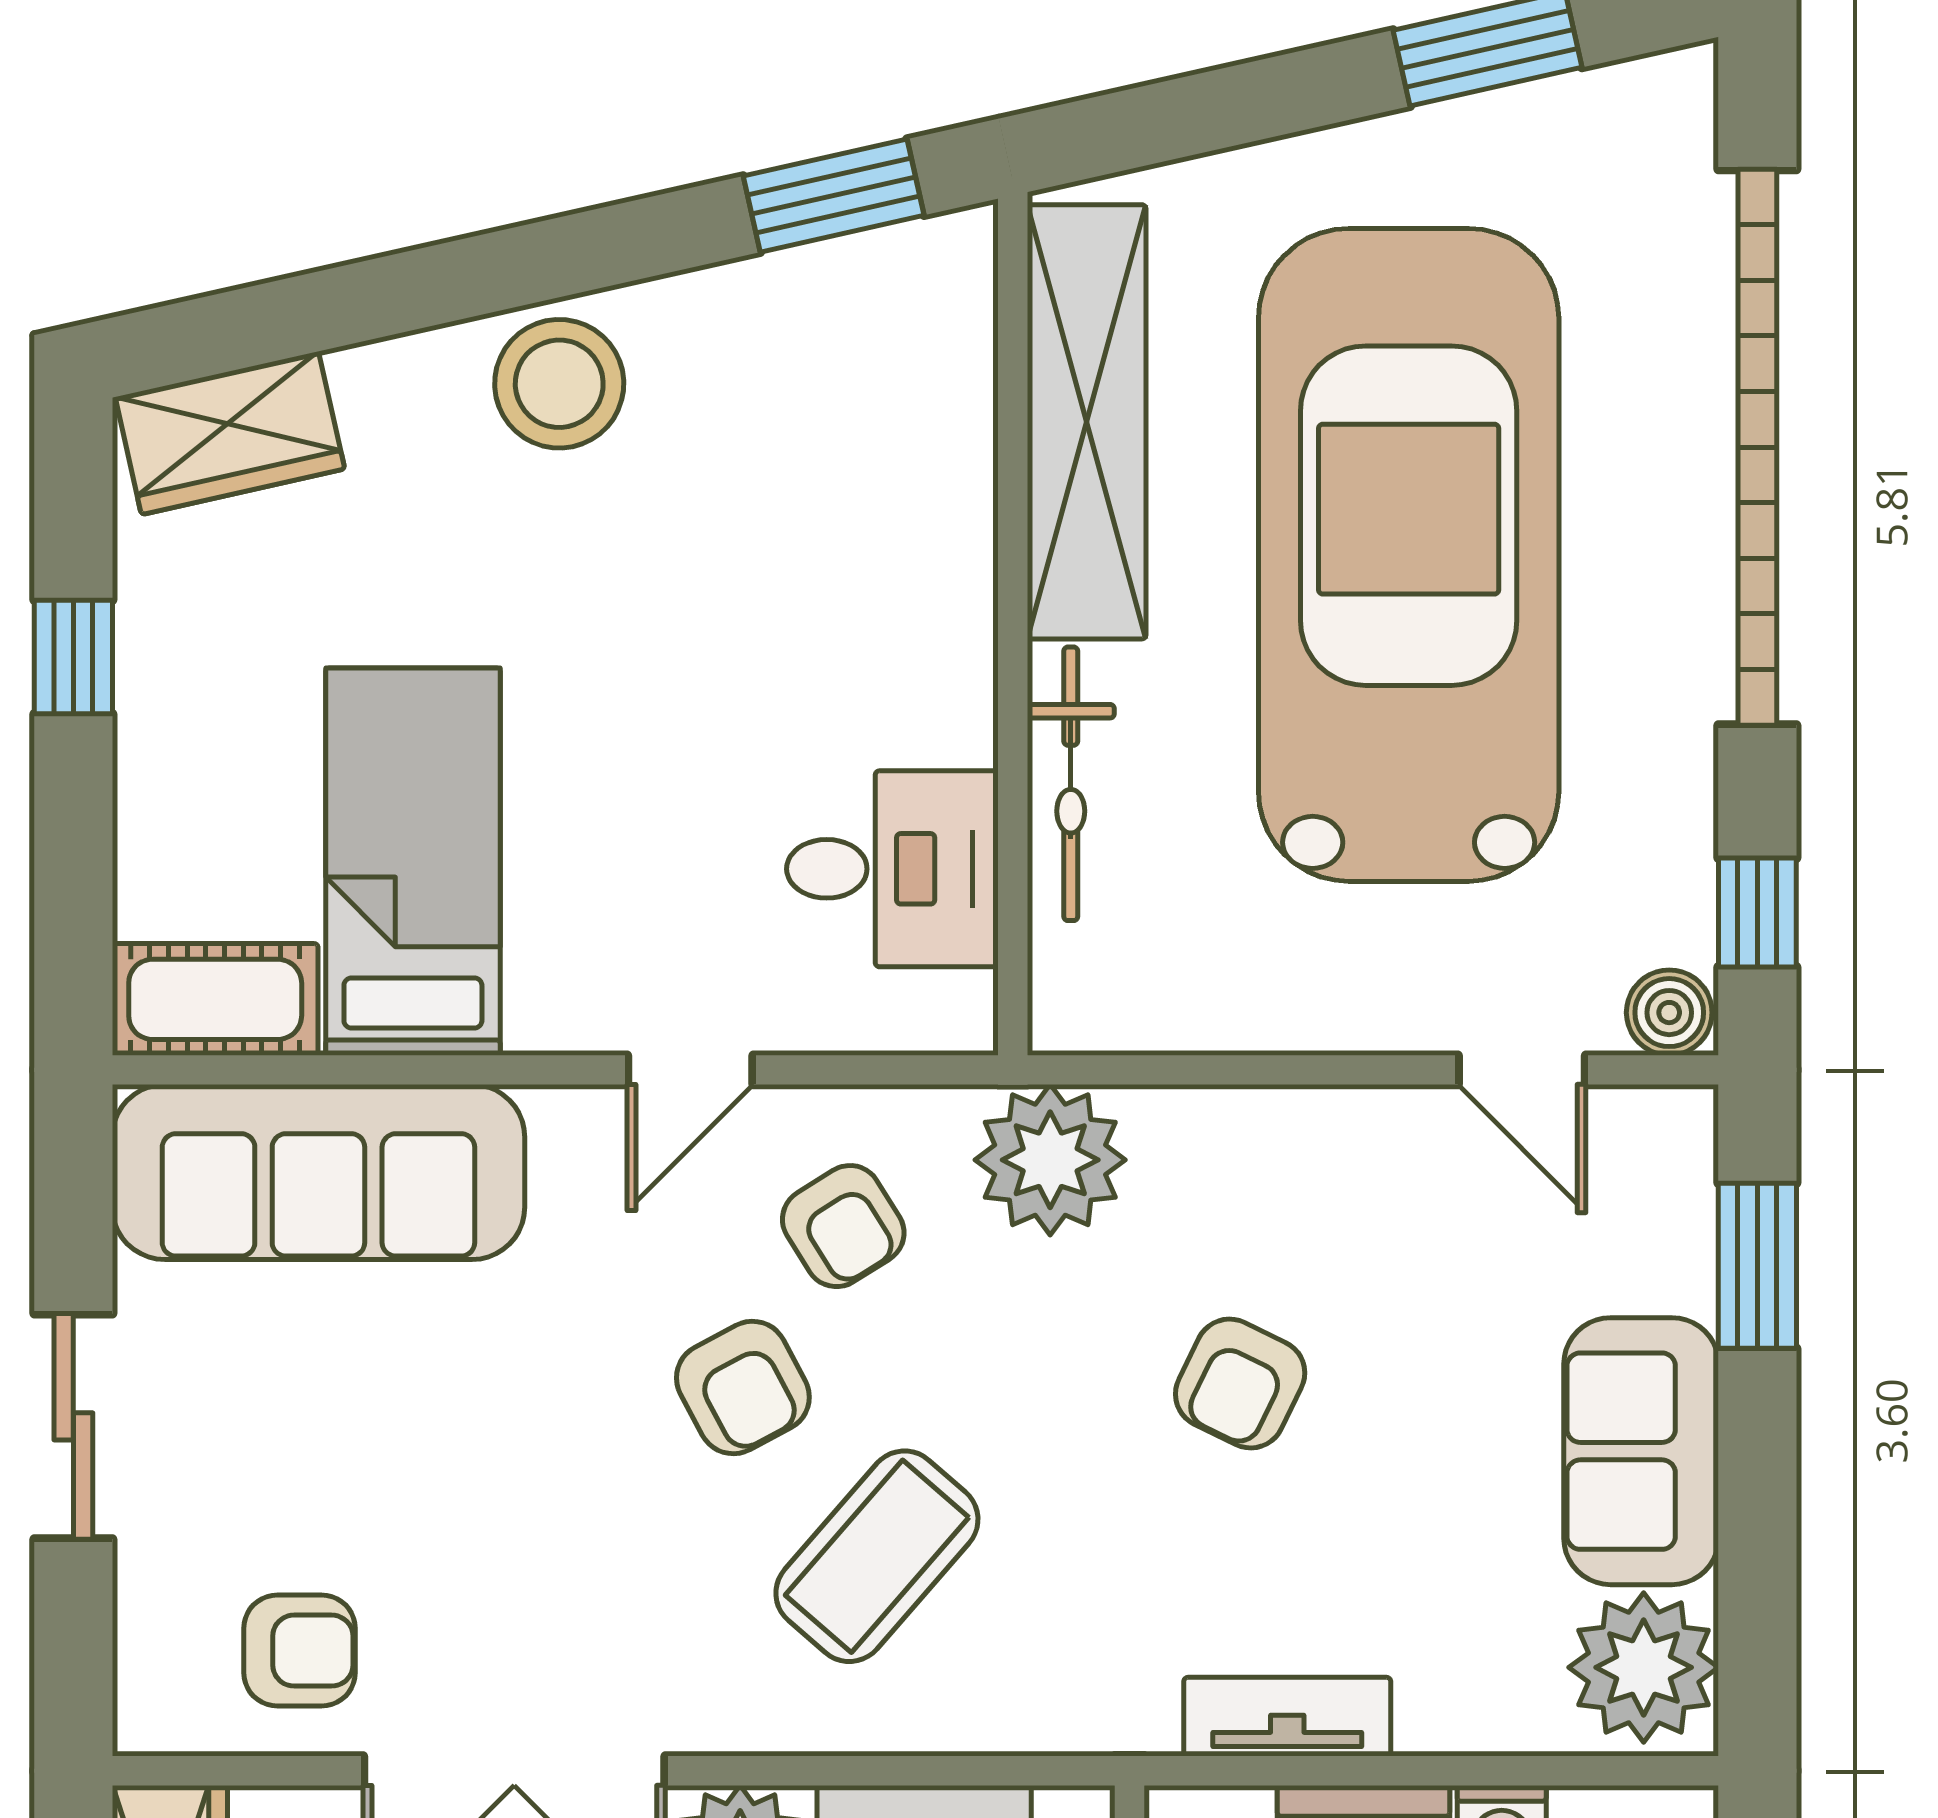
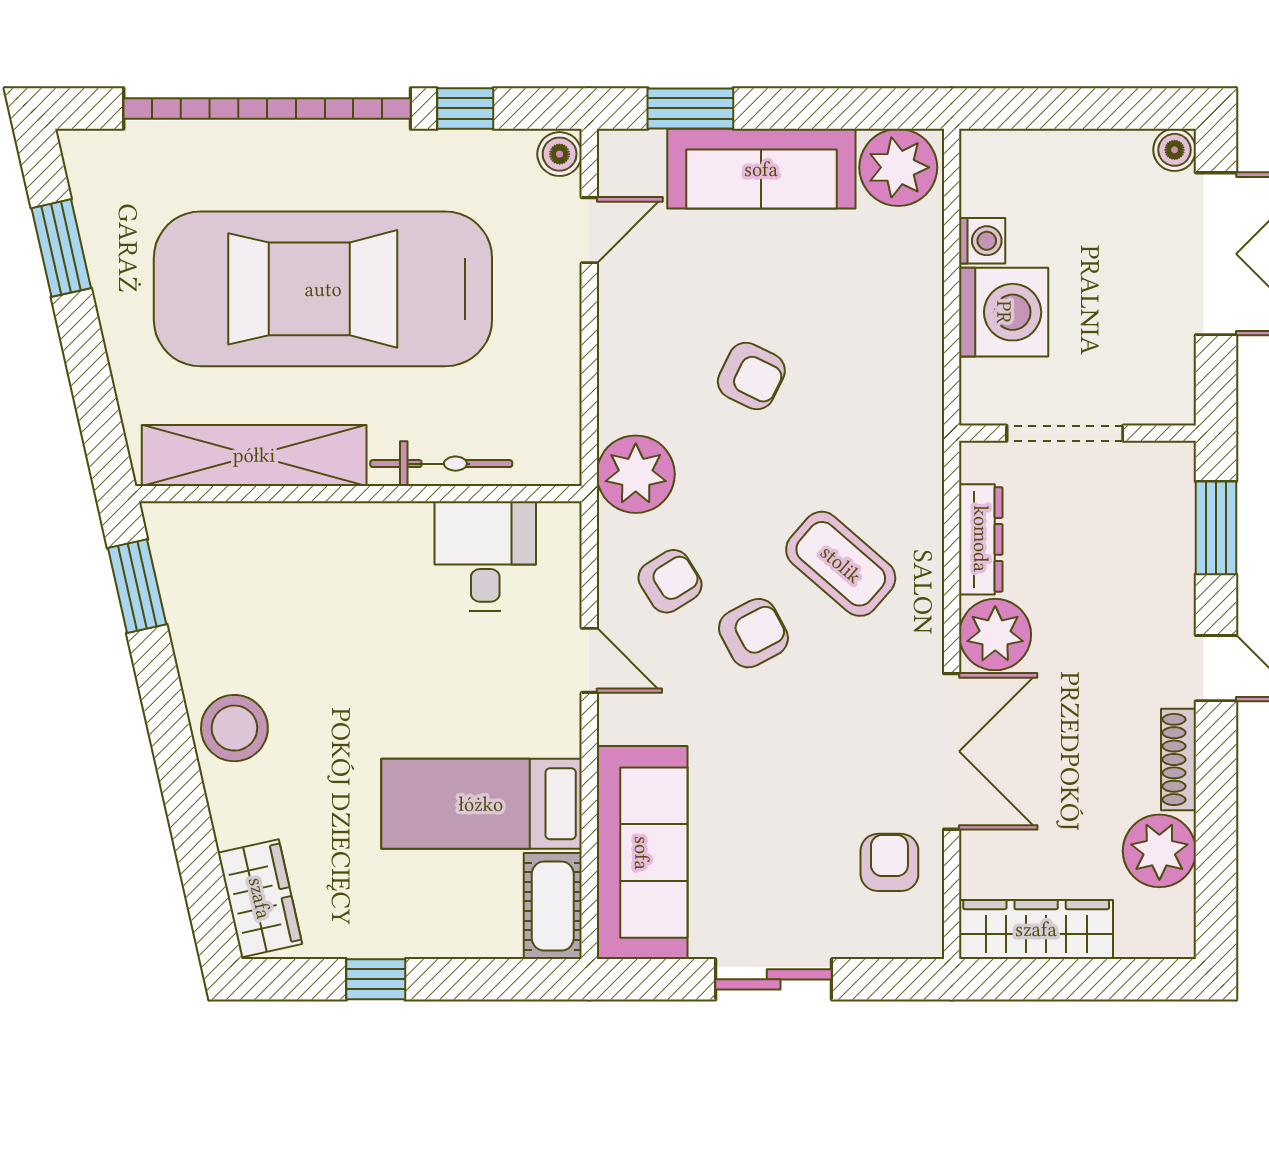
window: (1757, 912) -> (465, 108), moved
sofa: (1641, 1451) -> (761, 169), width x1.36
tv unit: (1287, 1717) -> (924, 352), removed

